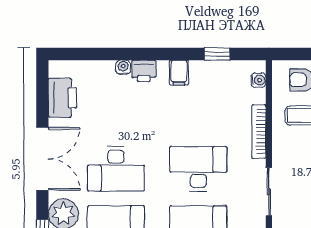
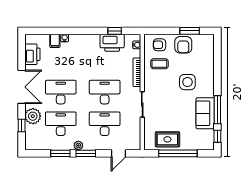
printer: (144, 71) -> (112, 43), moved, width x1.87, depth x1.48
filing cabinet: (179, 73) -> (55, 41), moved
desk: (116, 169) -> (61, 92), turned 180

